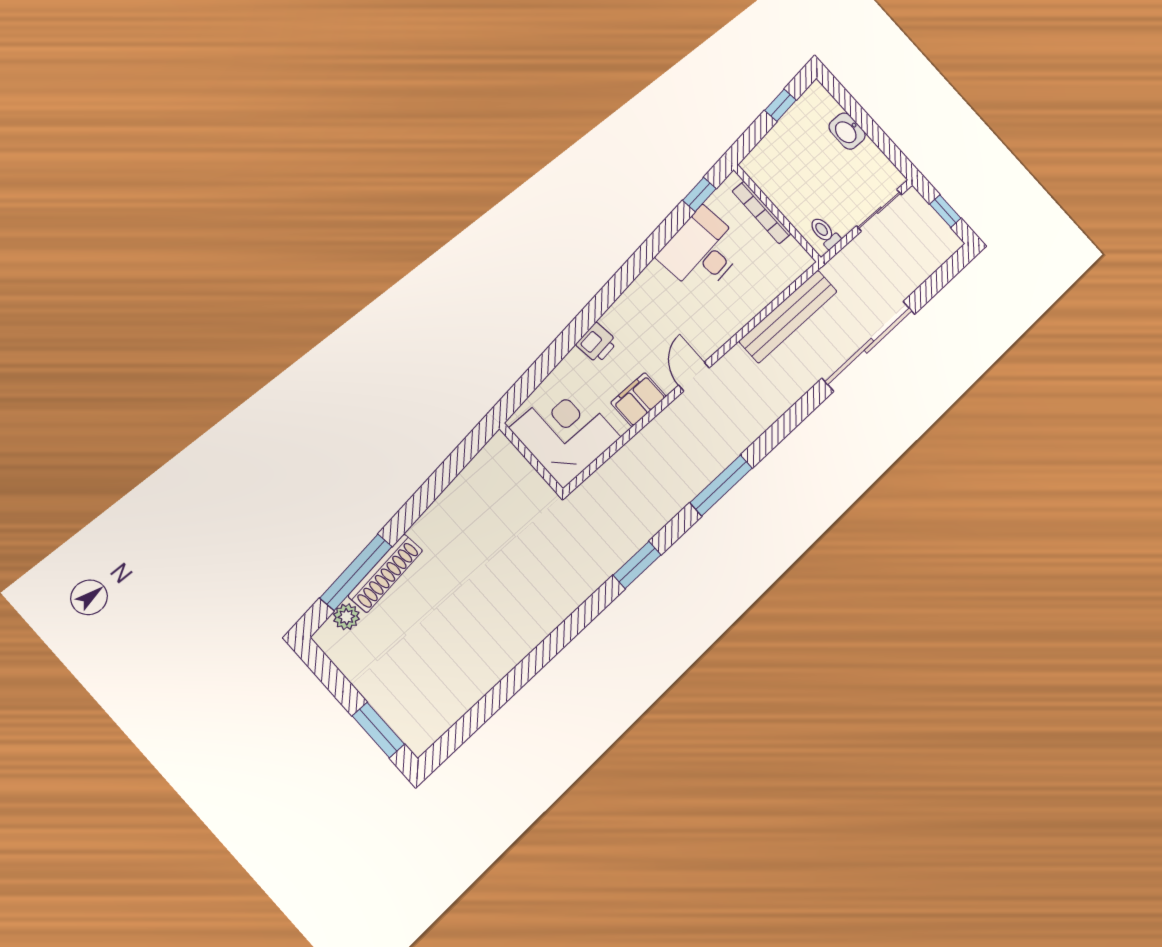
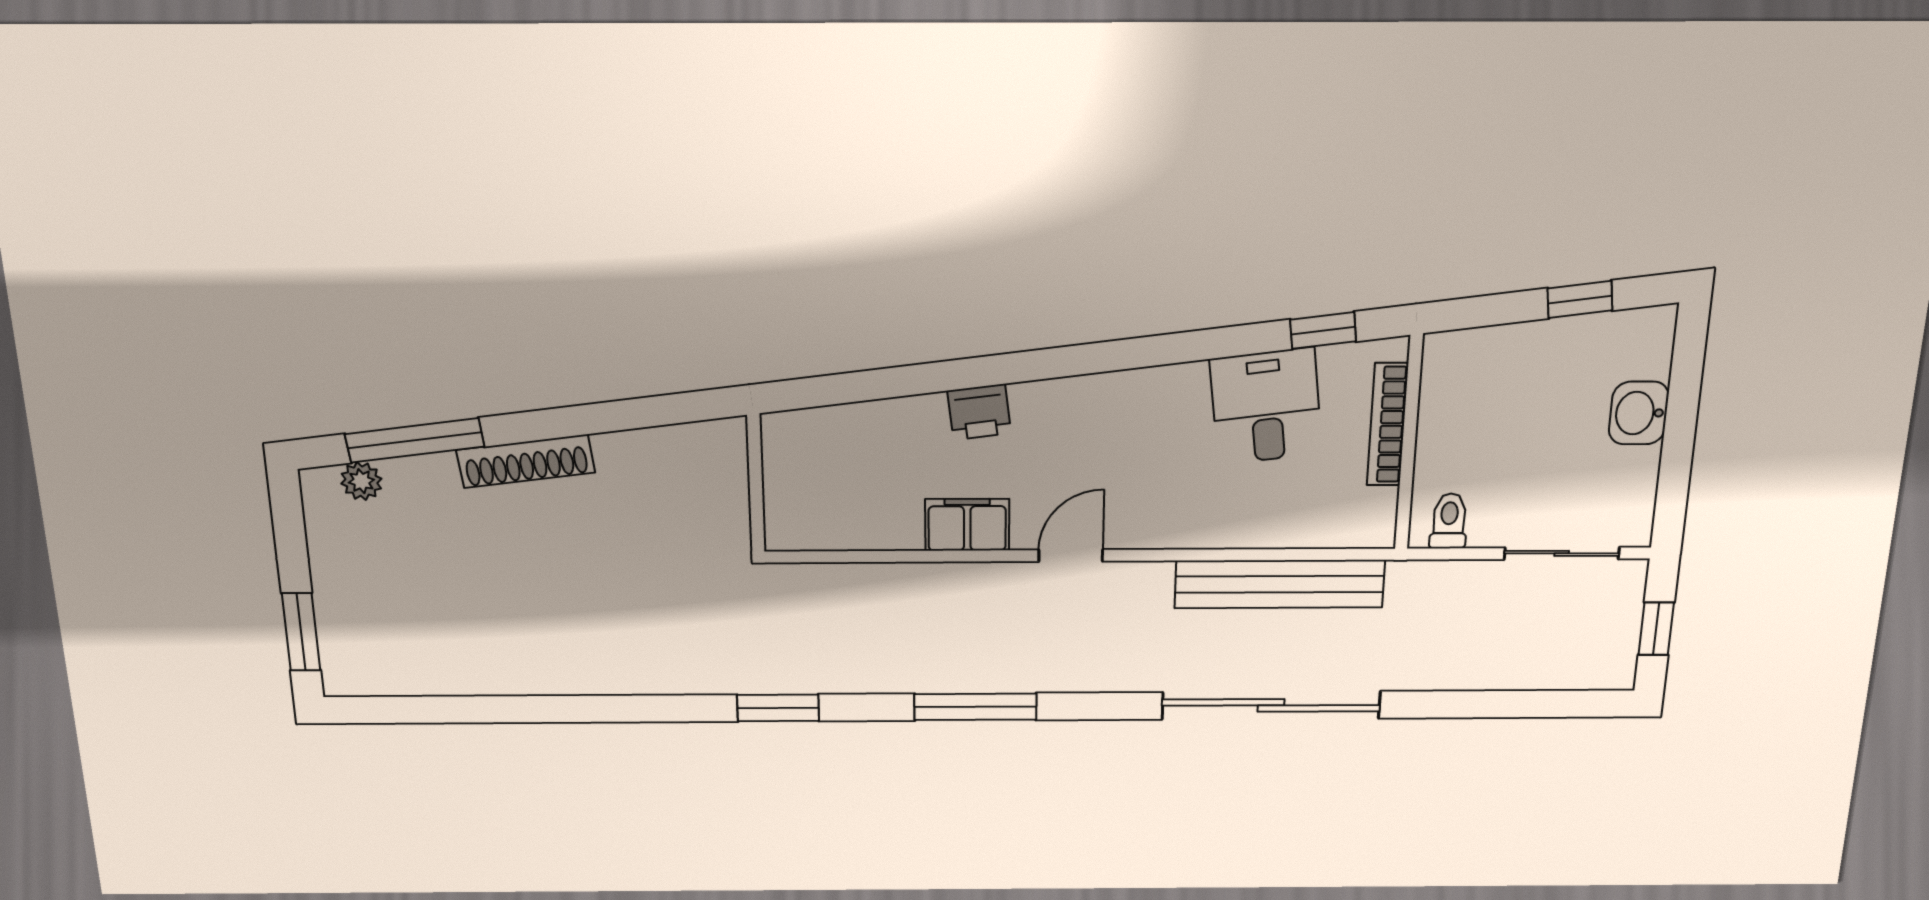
desk: (702, 251) -> (1266, 406), width x0.73
sliding door: (869, 346) -> (1271, 705), moved
corner desk: (565, 433) -> (830, 488), removed
shoe rack: (386, 573) -> (526, 461), moved

